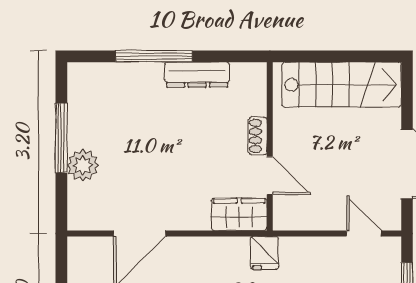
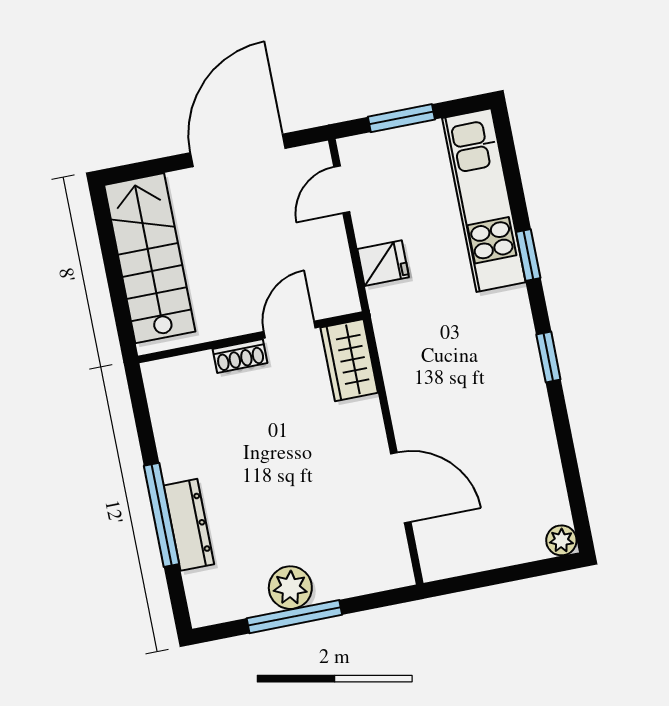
dresser: (197, 75) -> (189, 525), moved
plant: (83, 165) -> (290, 588), moved
fridge: (264, 253) -> (383, 263), moved

